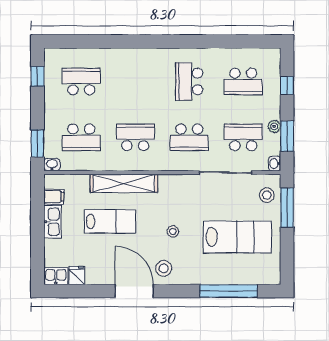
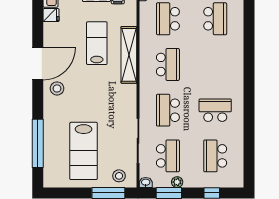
lab bench: (110, 221) -> (97, 43), turned 180
stool: (173, 231) -> (88, 96), removed

